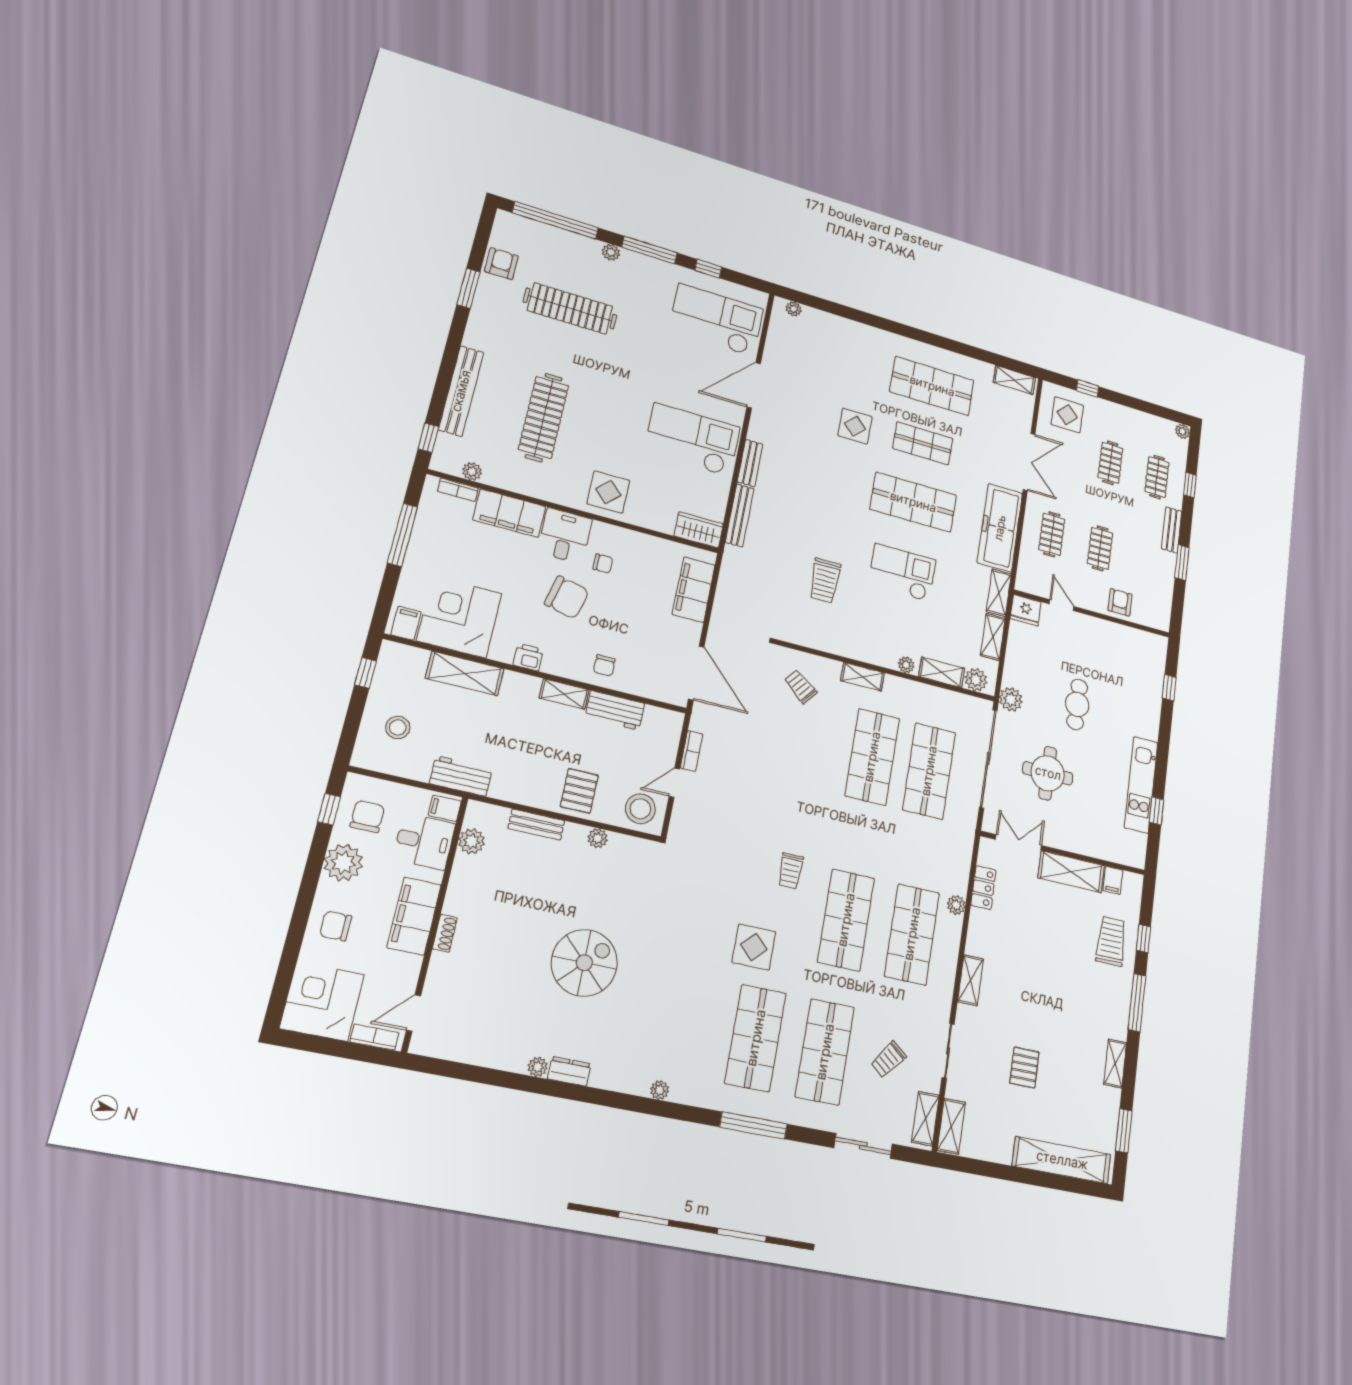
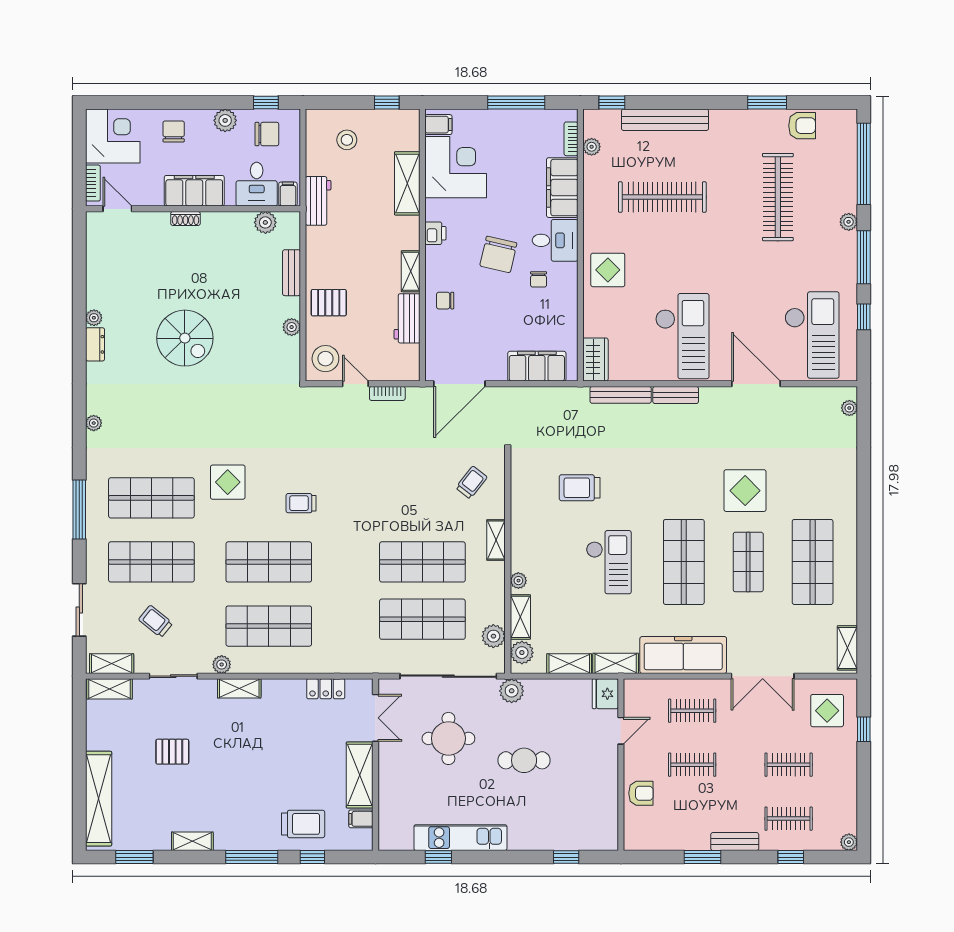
display table: (855, 426) -> (745, 491), width x1.36, depth x1.36
plant: (956, 704) -> (493, 636), added
plant: (343, 863) -> (225, 120), width x0.73, depth x0.73
plant: (956, 905) -> (222, 664), moved

